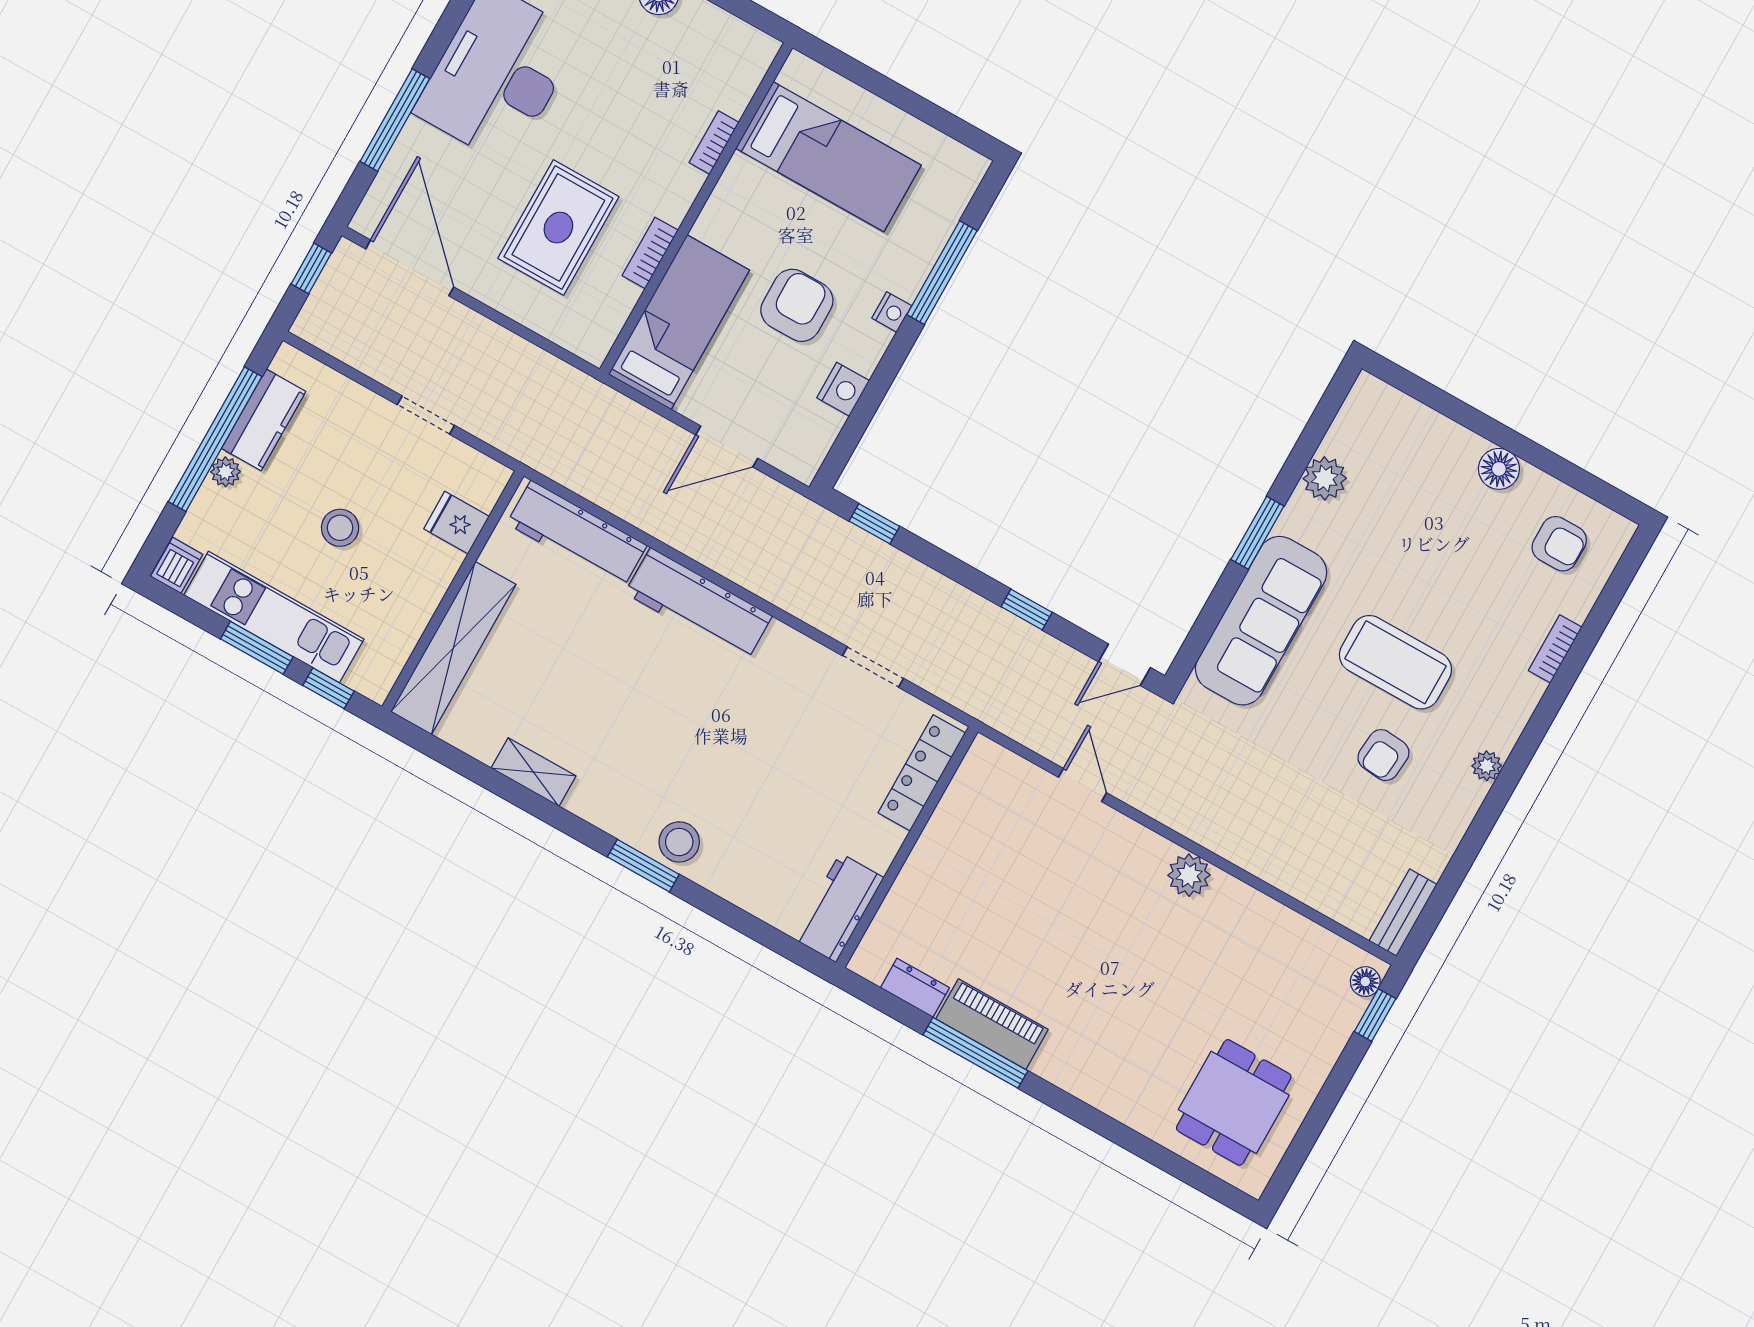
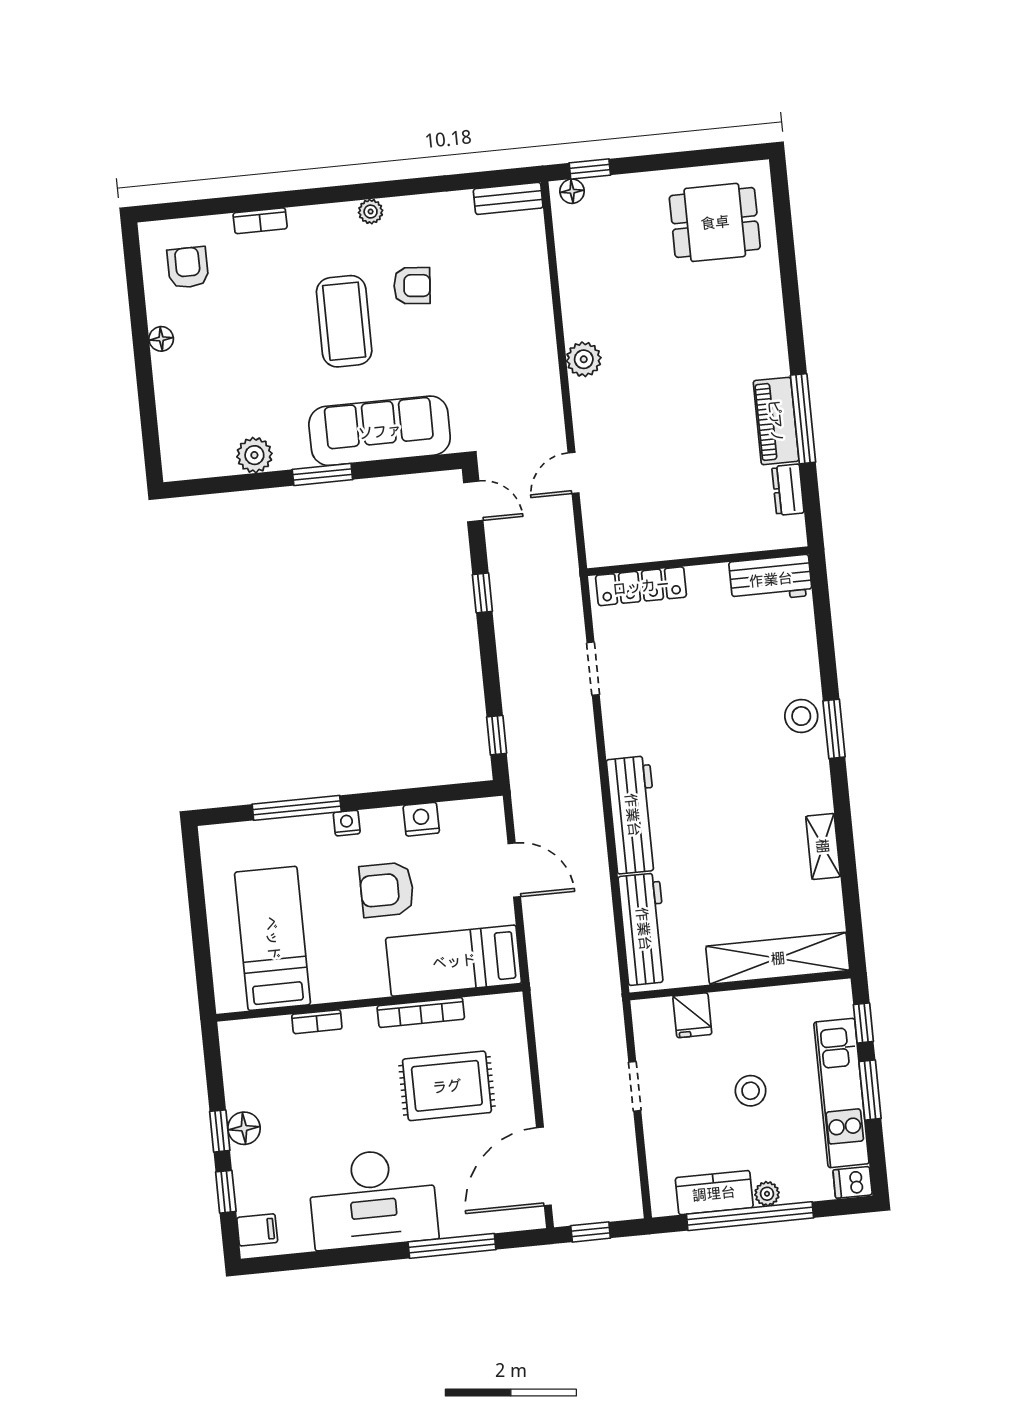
bookcase: (650, 253) -> (421, 1013), width x1.56
floor lamp: (1499, 469) -> (161, 339), width x0.73, depth x0.73

